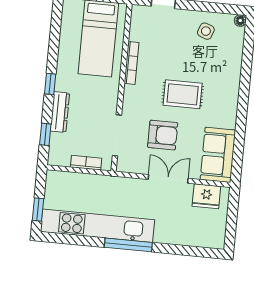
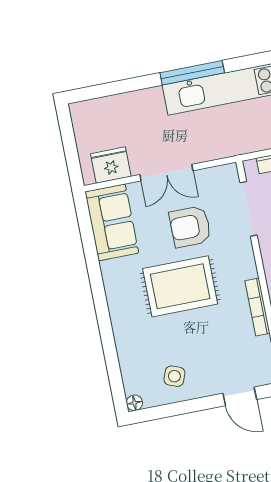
rug: (183, 94) -> (180, 286), width x1.36, depth x1.43

